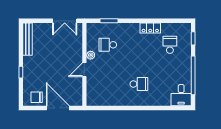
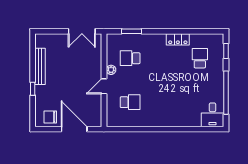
bench: (27, 39) -> (40, 66), moved
school desk: (139, 84) -> (130, 102), moved

